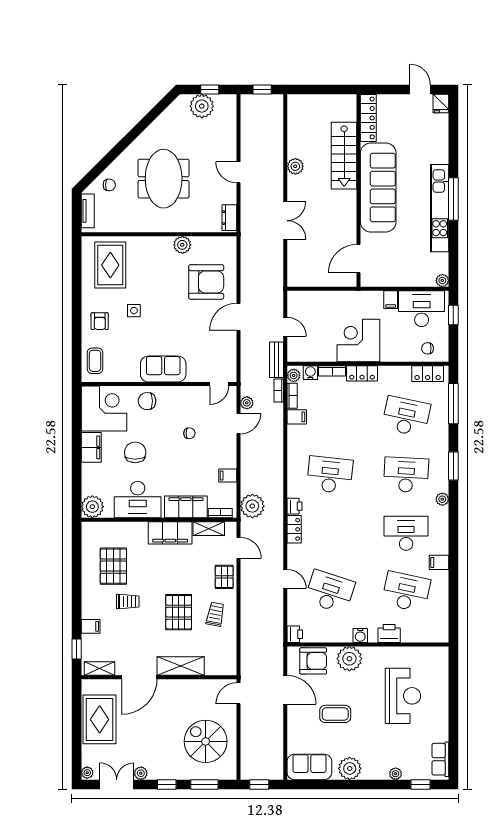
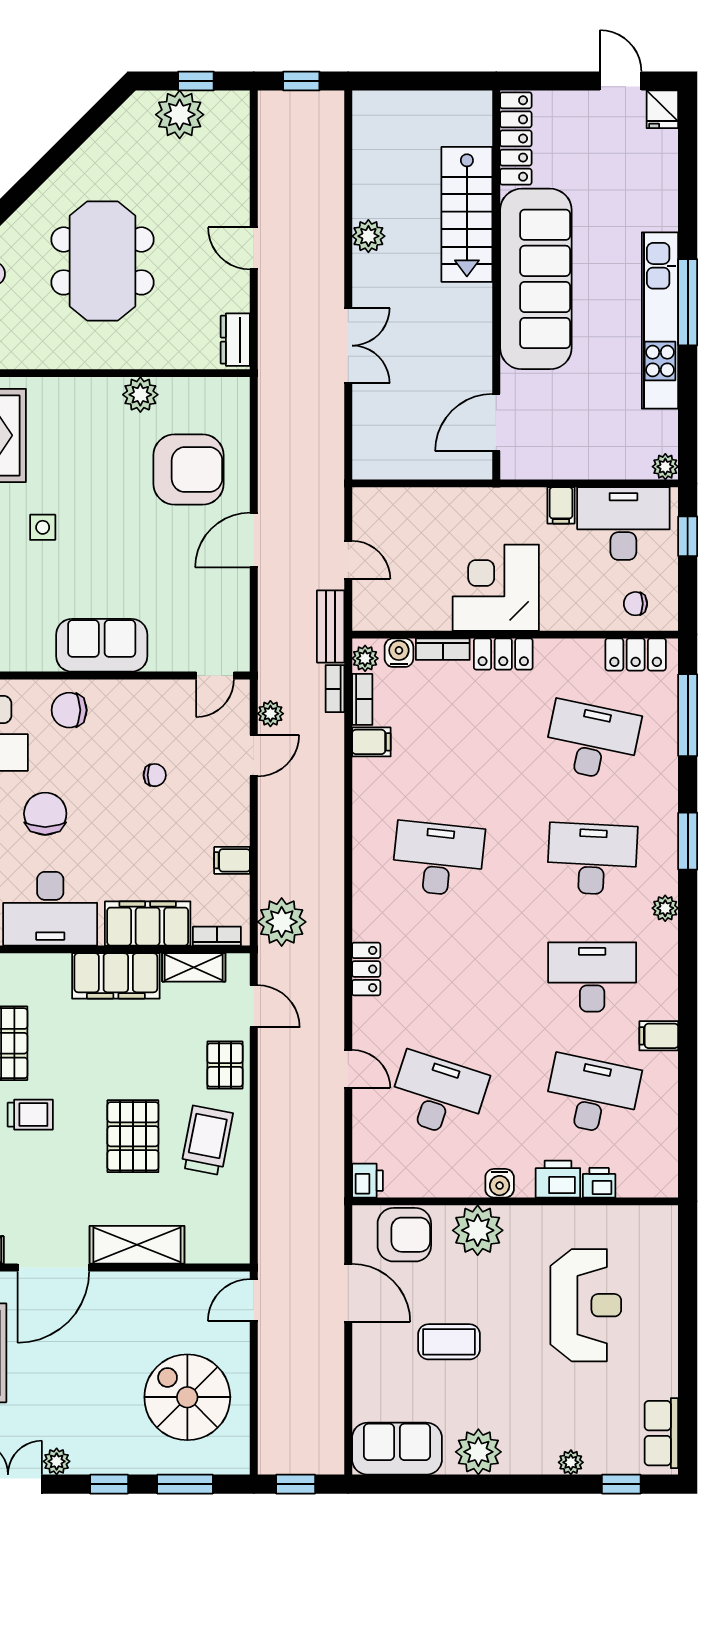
printer: (294, 506) -> (599, 1183), moved, turned -90
trolley: (215, 614) -> (207, 1140), width x1.36, depth x1.39

